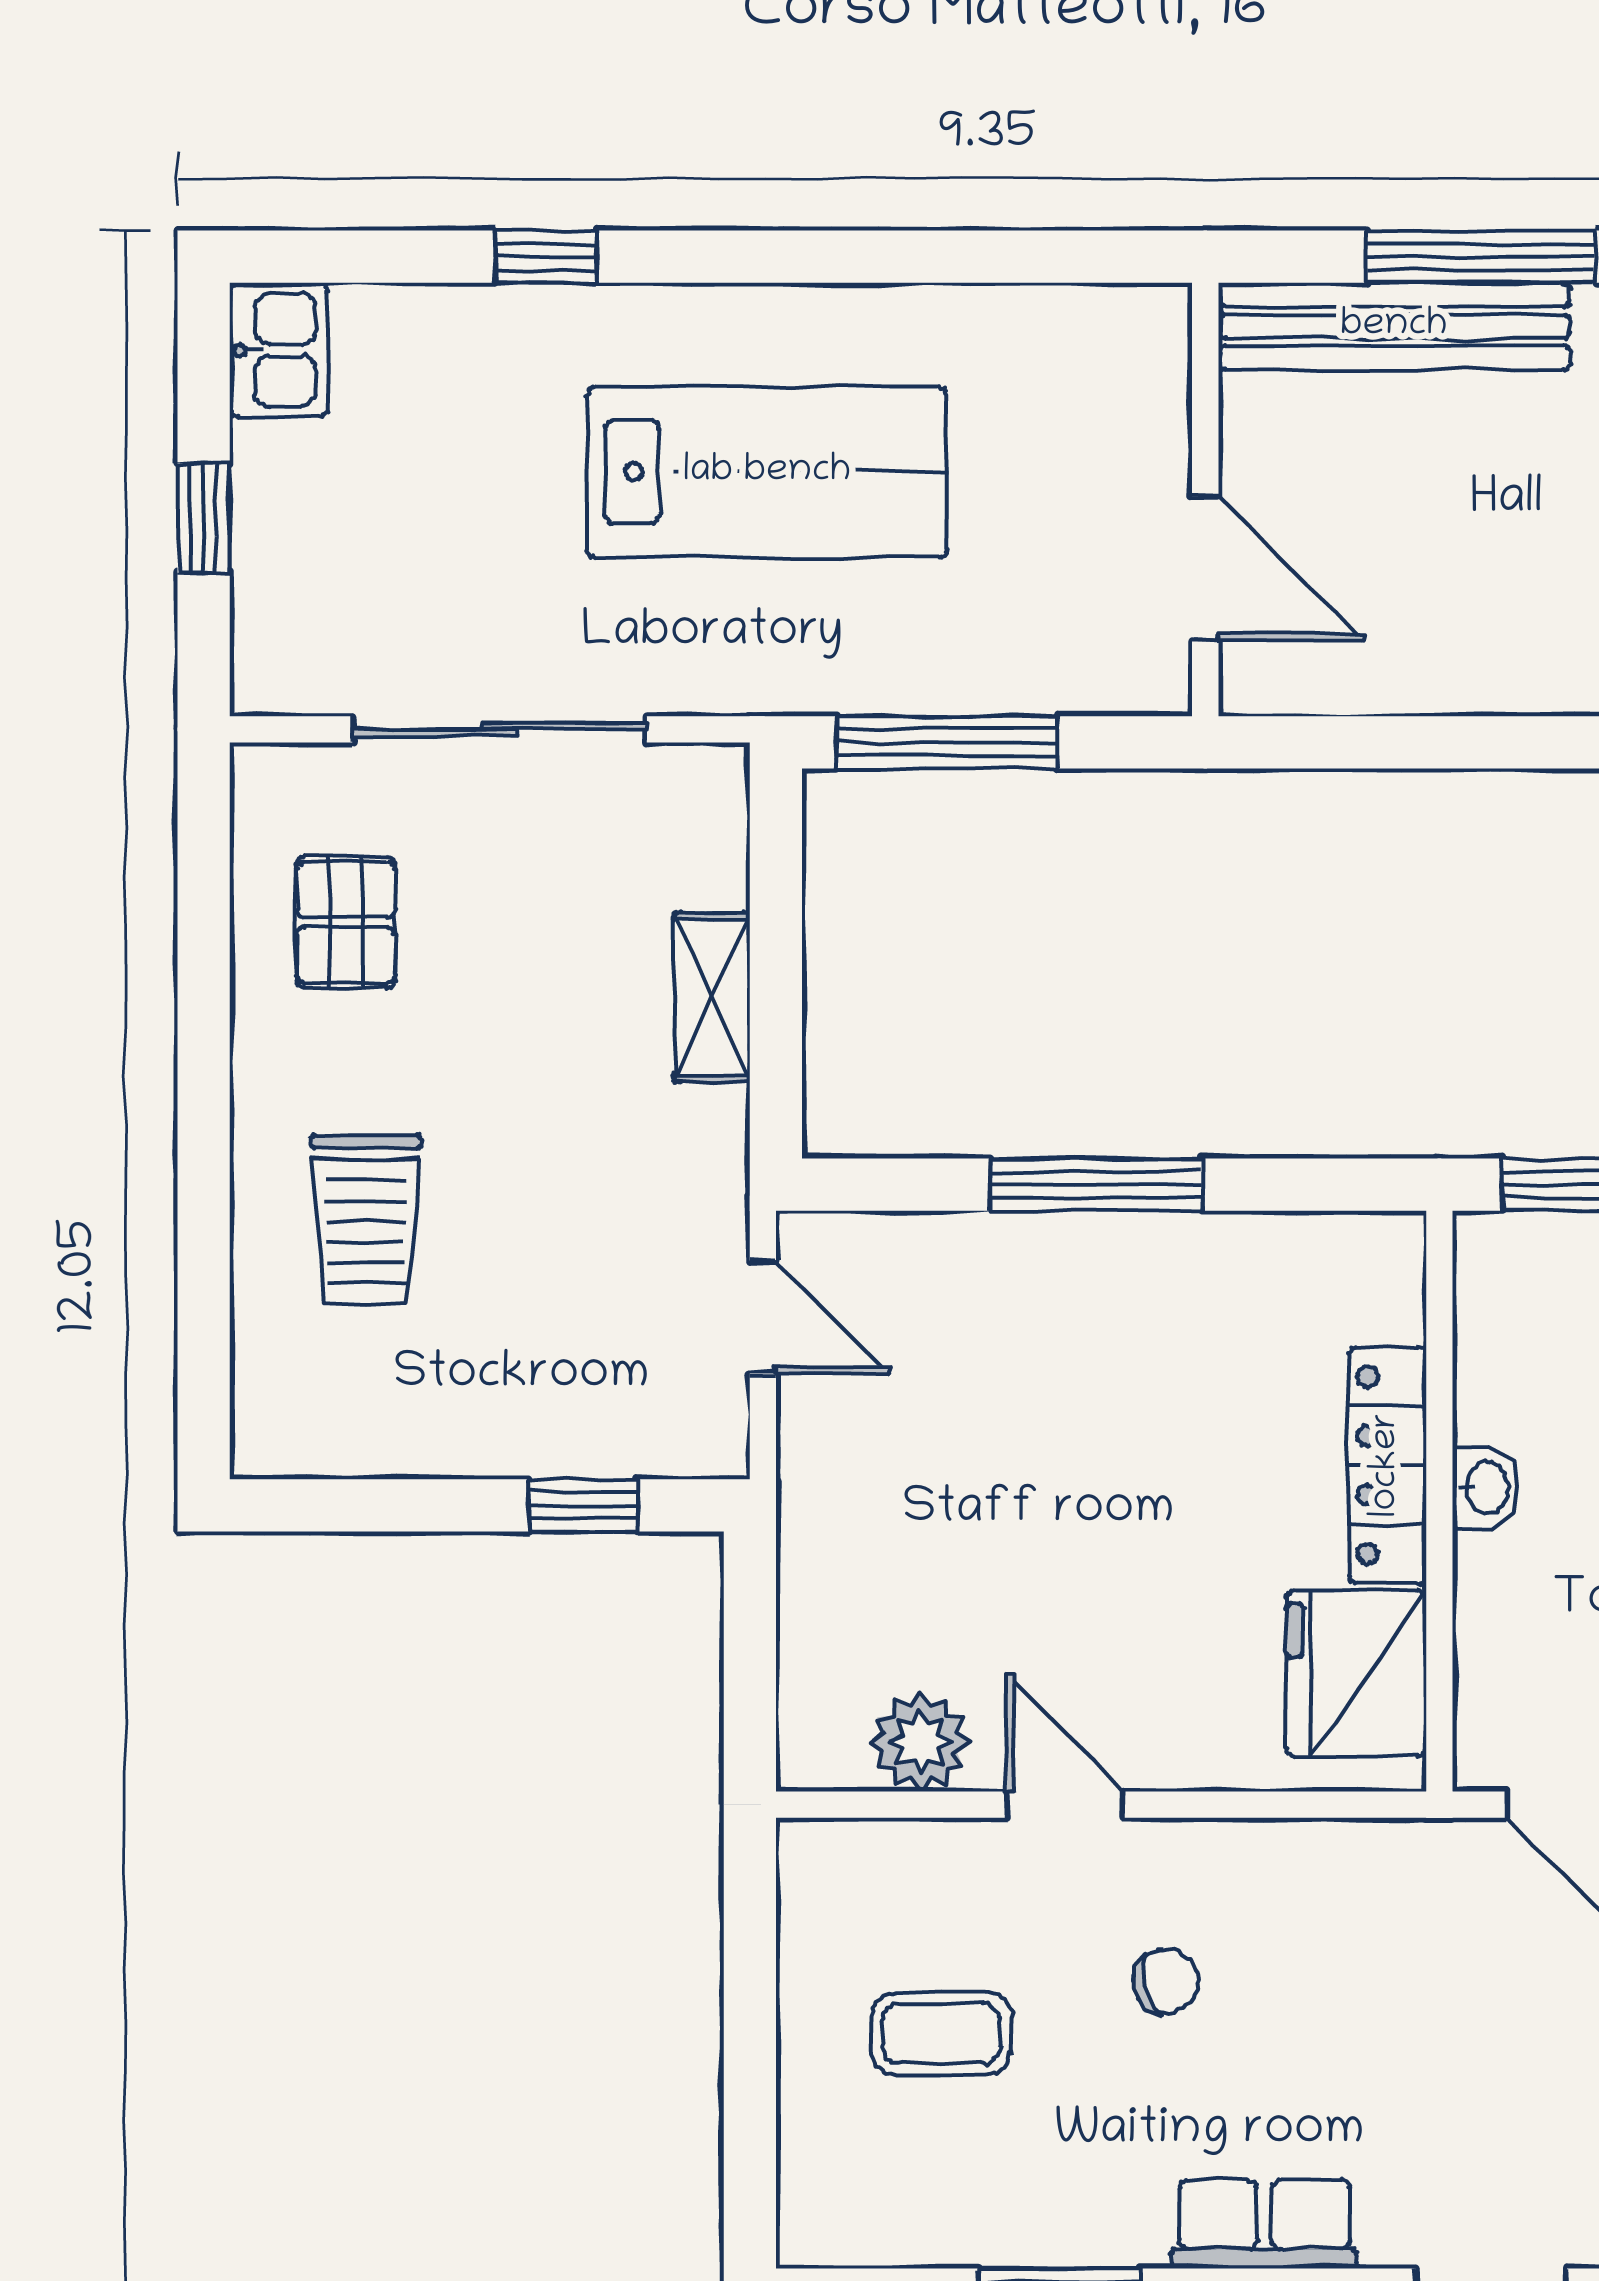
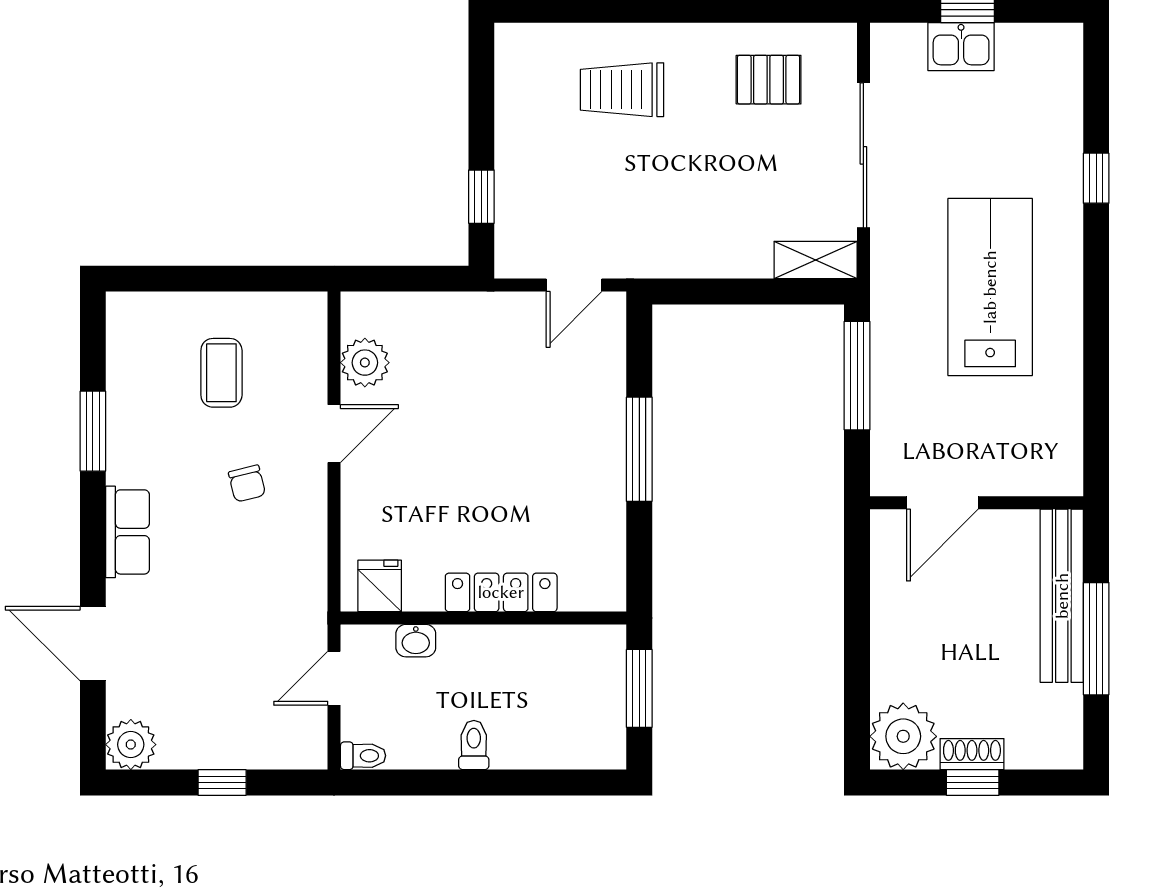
kitchen sink: (278, 350) -> (961, 47), moved
lab bench: (767, 472) -> (990, 287), turned 180
shelving: (712, 997) -> (816, 260), moved
washbasin: (1485, 1488) -> (416, 641), moved
fridge: (1356, 1673) -> (380, 586), width x0.53, depth x0.75

